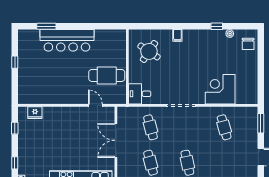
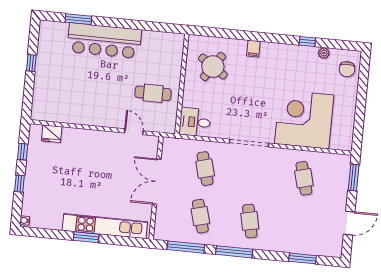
cafe table: (107, 75) -> (153, 93), width x0.73, depth x0.74
corner desk: (220, 89) -> (304, 119), width x1.36, depth x1.36
window: (15, 163) -> (19, 184), moved

